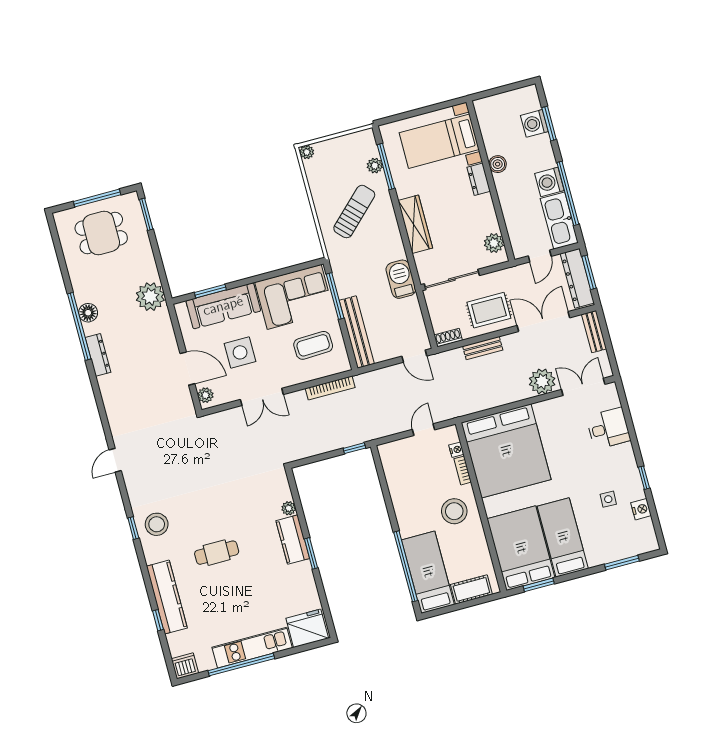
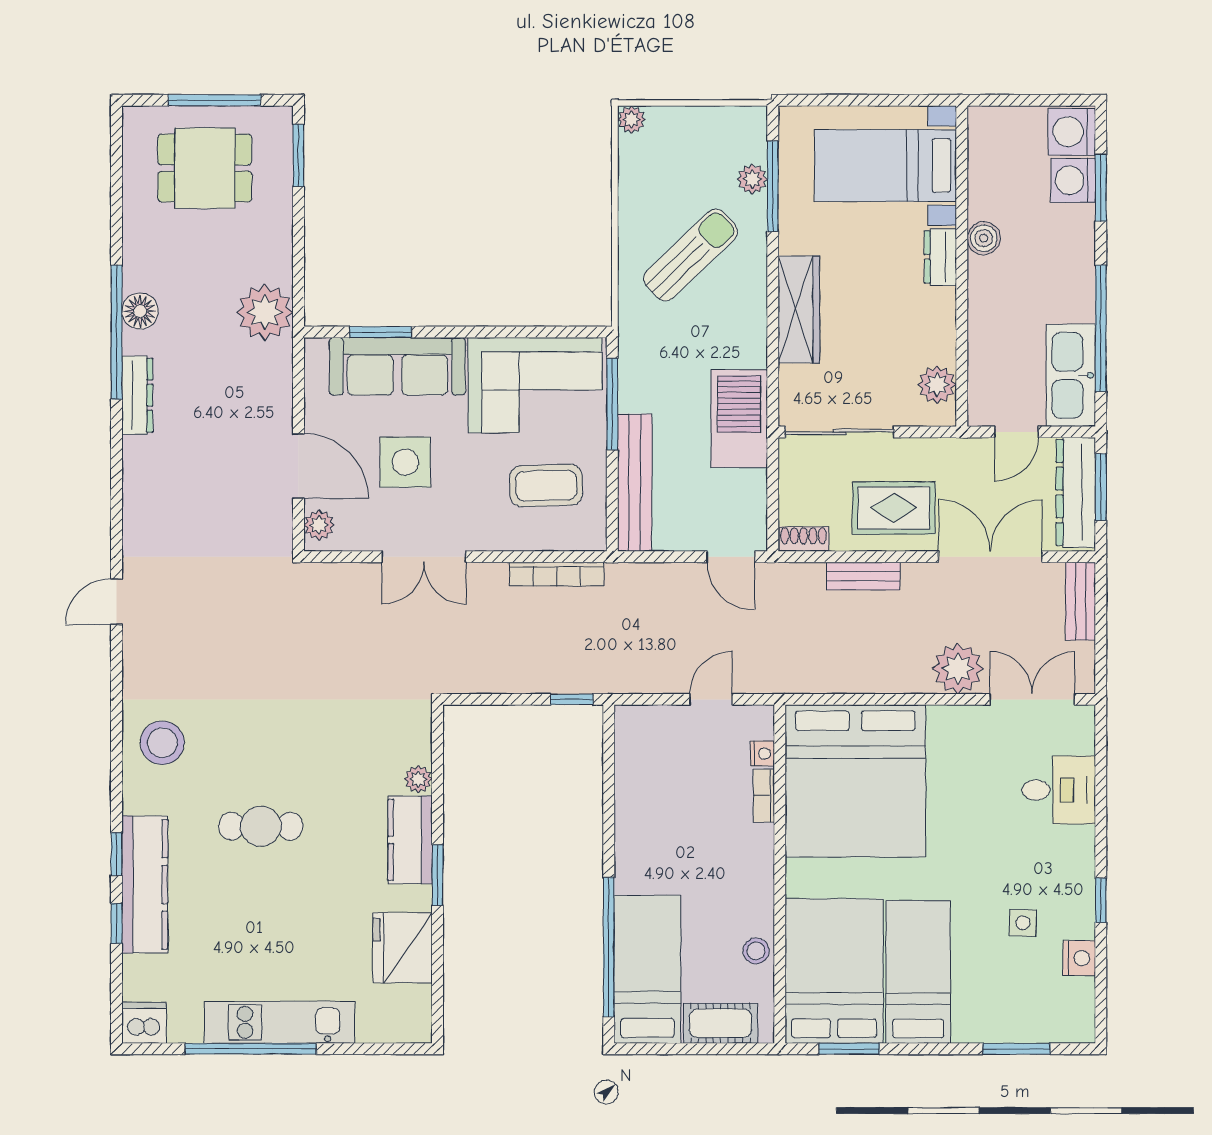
washing machine: (549, 182) -> (1072, 132), moved
barbecue: (401, 279) -> (739, 419), width x1.37, depth x1.21
stool: (454, 511) -> (756, 951), moved, width x0.53, depth x0.53
window: (133, 528) -> (117, 854), moved
fridge: (307, 628) -> (402, 948), moved, turned -90

